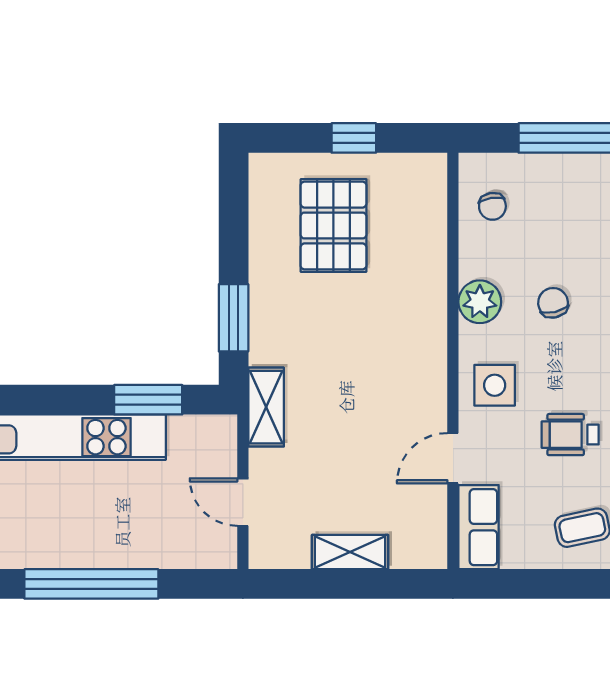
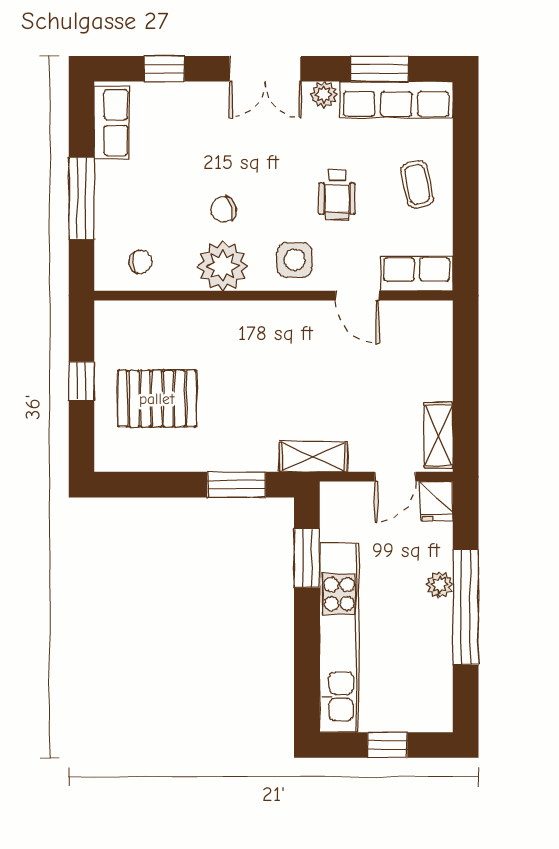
plant: (480, 302) -> (223, 266), width x1.36, depth x1.36
fridge: (214, 550) -> (436, 501), added
shelving: (350, 552) -> (438, 435), moved
plant: (117, 554) -> (440, 585), added

